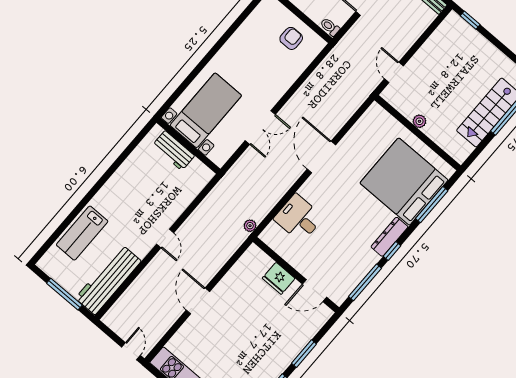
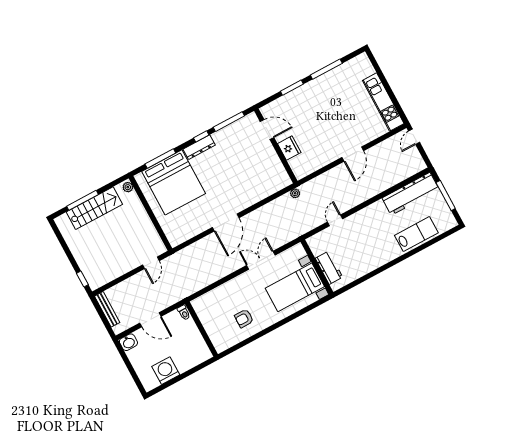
armchair: (291, 38) -> (244, 318), moved
plant: (419, 121) -> (128, 187), moved
desk: (299, 218) -> (258, 185), removed
door: (165, 238) -> (335, 220), moved

